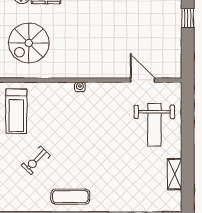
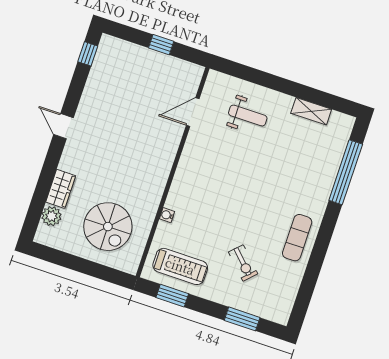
window: (188, 18) -> (161, 45), moved
water cooler: (80, 87) -> (167, 215), moved
weight bench: (154, 125) -> (248, 116), width x0.73, depth x0.75

